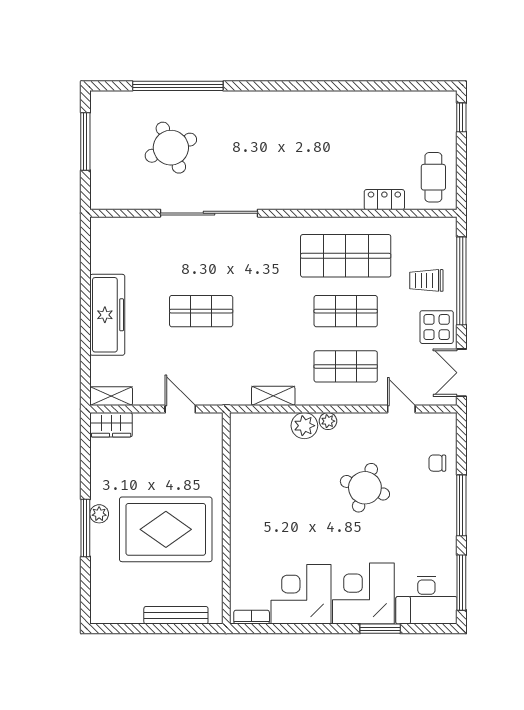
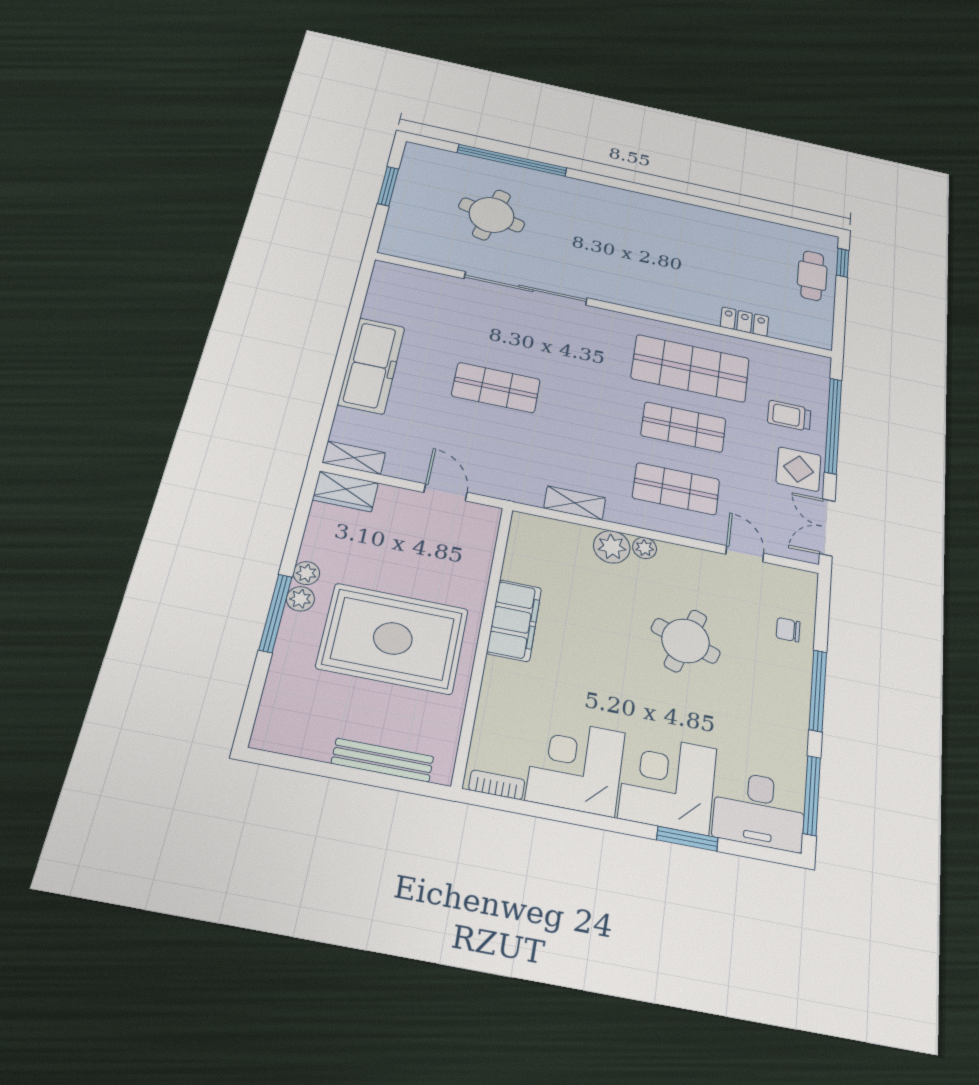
window: (85, 141) -> (388, 186), width x0.69
round table: (171, 148) -> (492, 215), turned 36
cafe table: (433, 177) -> (812, 276), moved
plant: (99, 494) -> (306, 573), added
filing cabinet: (244, 498) -> (514, 620), added

